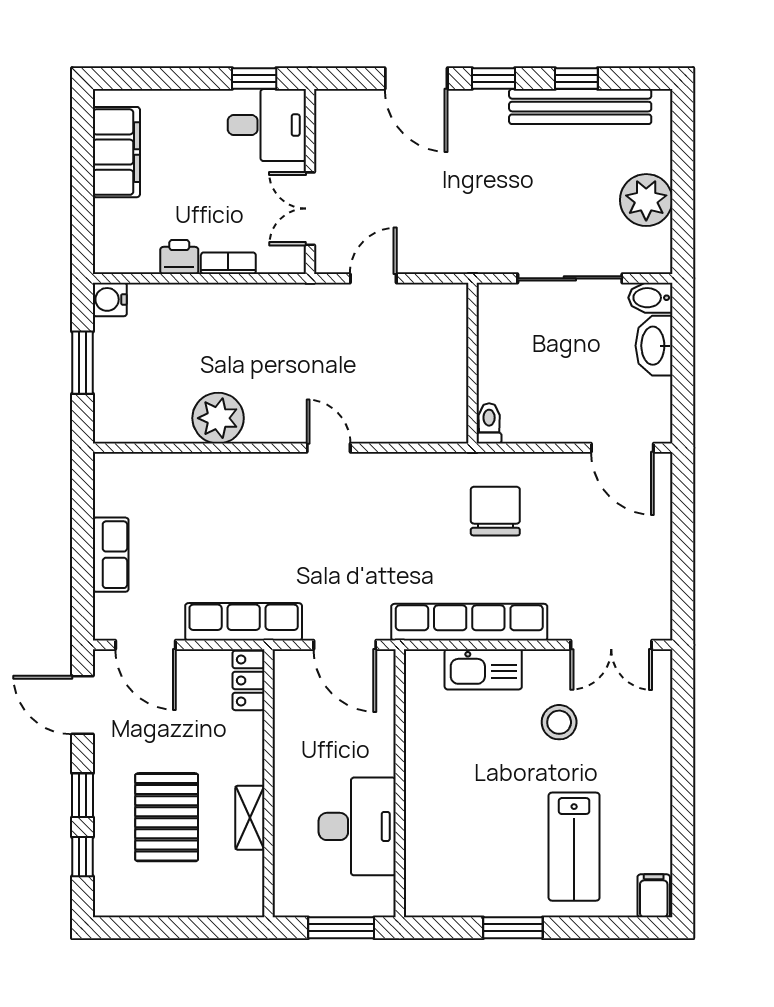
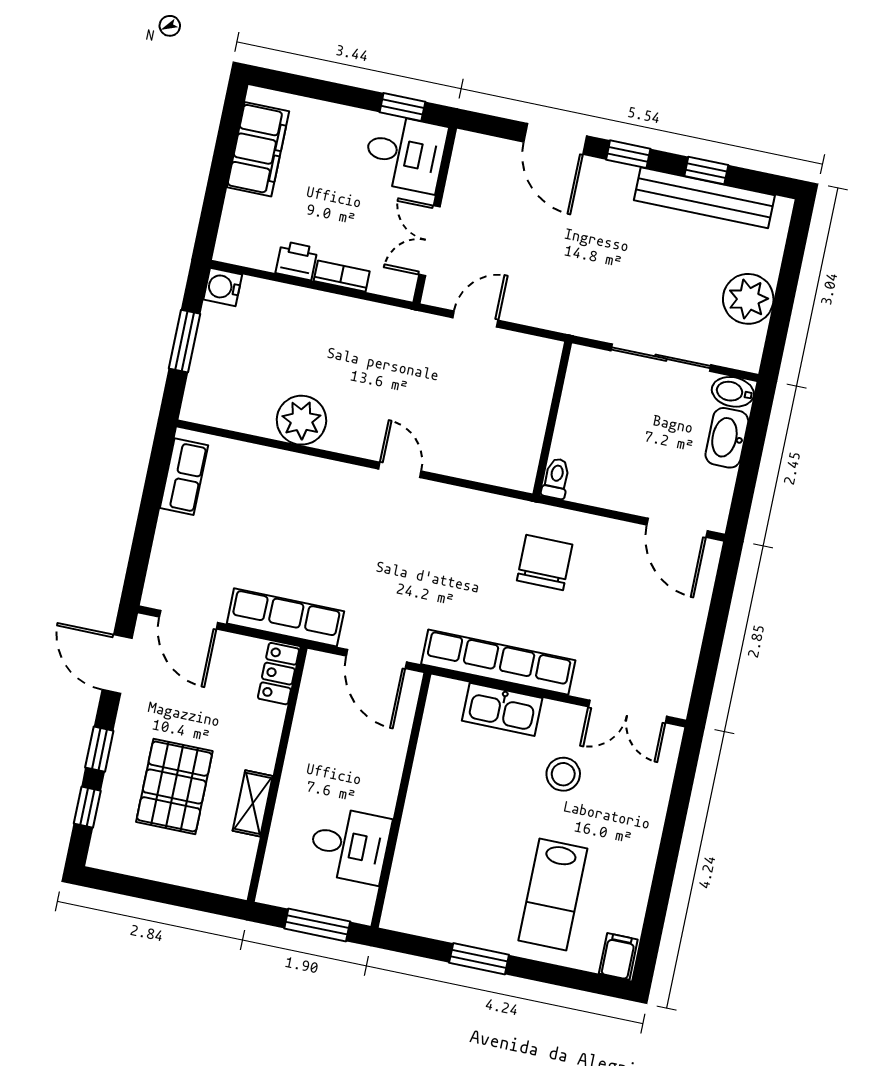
row of seats: (111, 555) -> (184, 477), moved
desk: (357, 826) -> (350, 845), width x0.73

